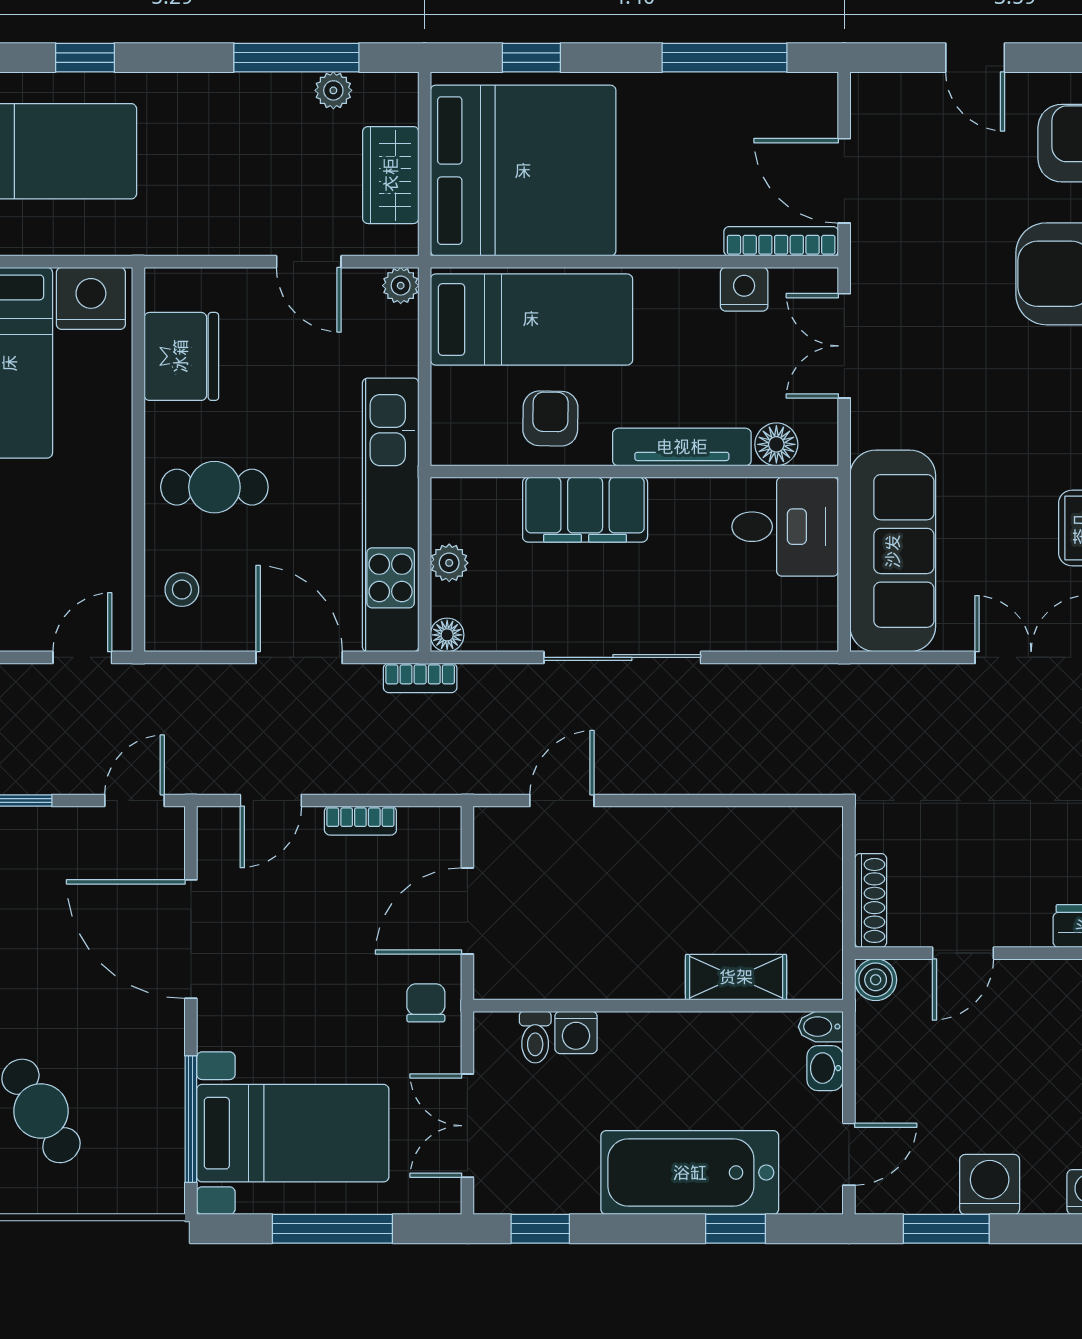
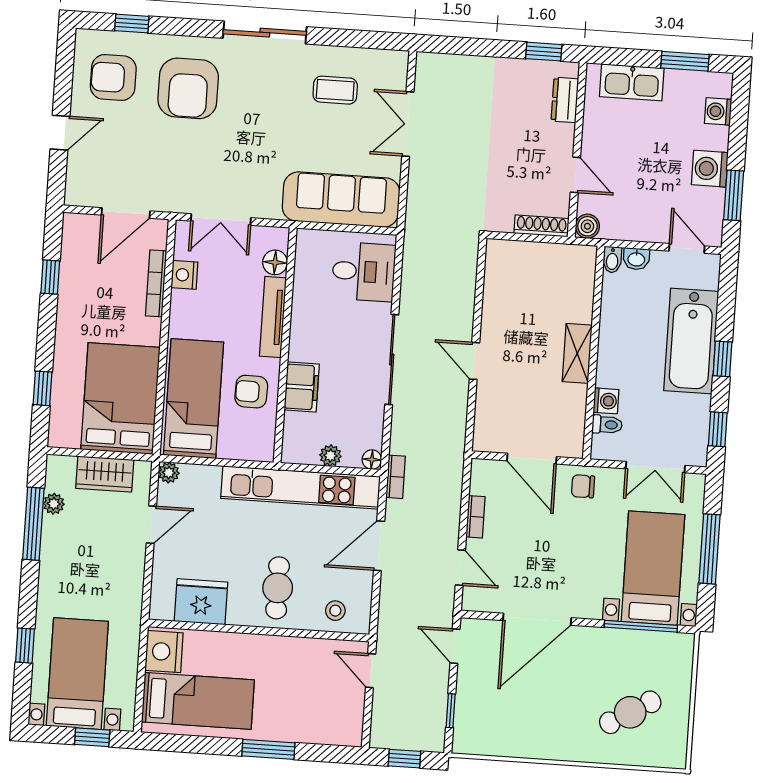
window: (725, 58) -> (50, 277), width x0.46
bed: (523, 171) -> (120, 398), width x0.73
bookcase: (781, 241) -> (156, 283), moved
filing cabinet: (585, 510) -> (302, 387), width x0.67, depth x0.86
desk: (785, 527) -> (364, 272), moved, turned 90
door: (562, 801) -> (474, 361), moved
shelving: (736, 977) -> (577, 353), moved
window: (736, 1229) -> (722, 359), moved

